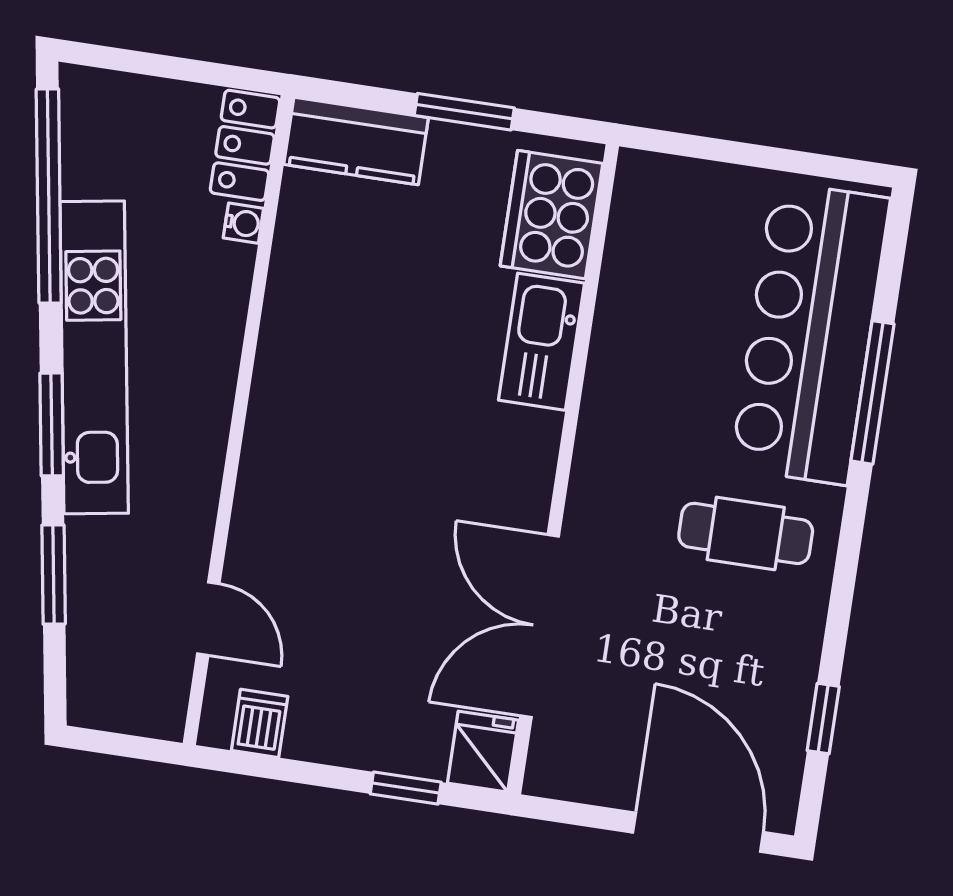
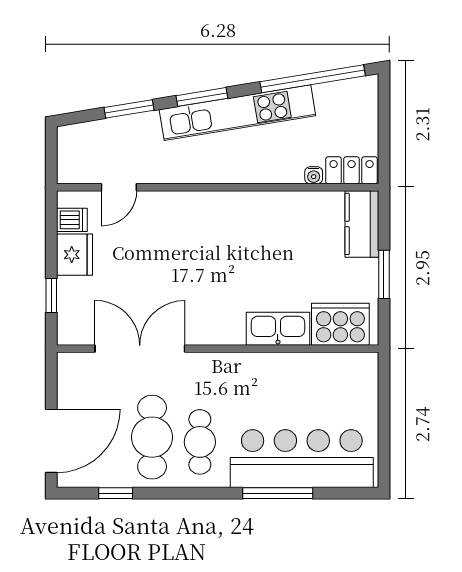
cafe table: (721, 628) -> (152, 437), added
fridge: (483, 752) -> (75, 255), moved, width x1.38

